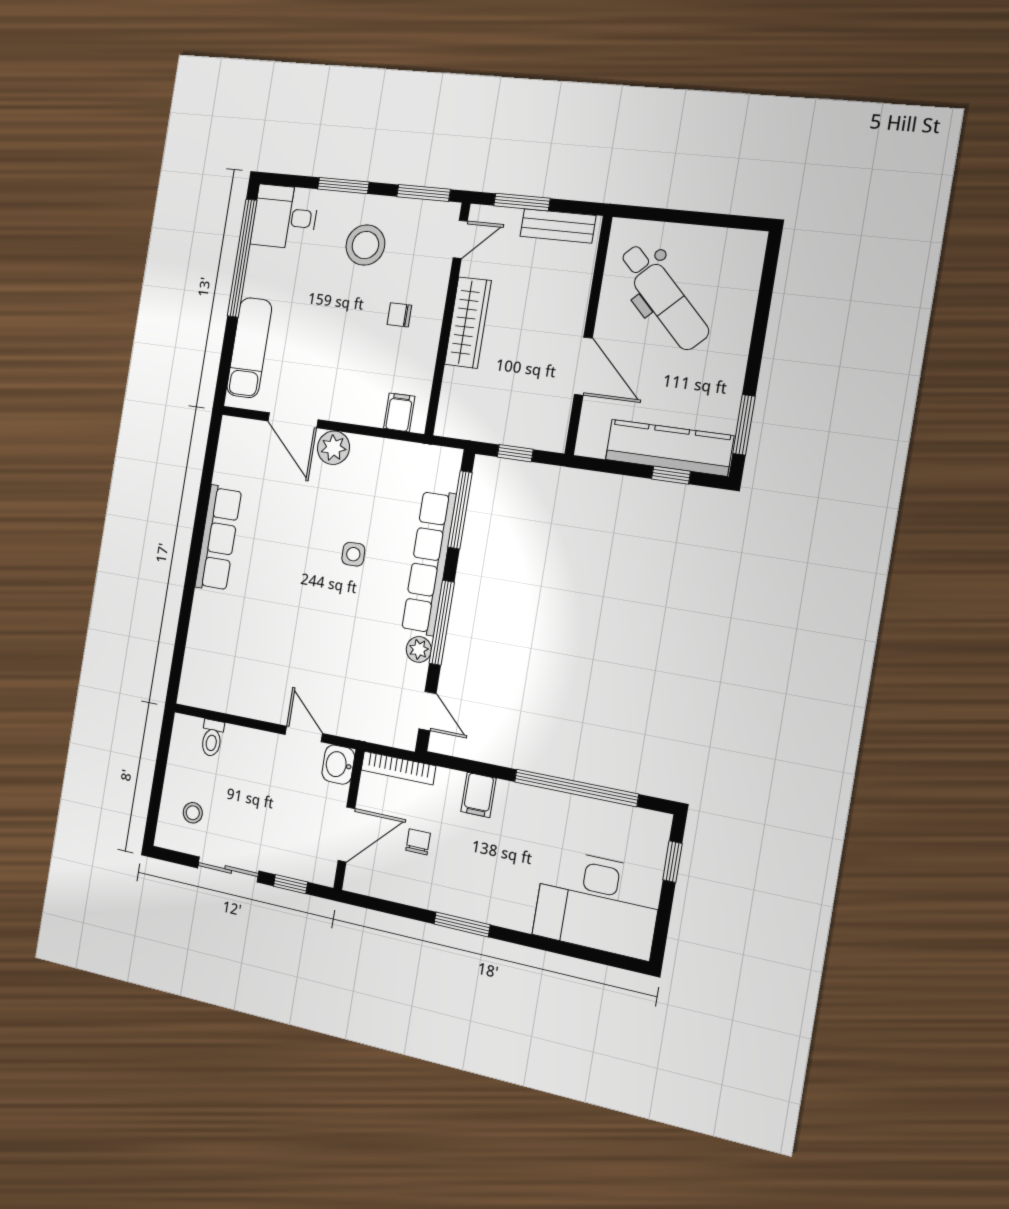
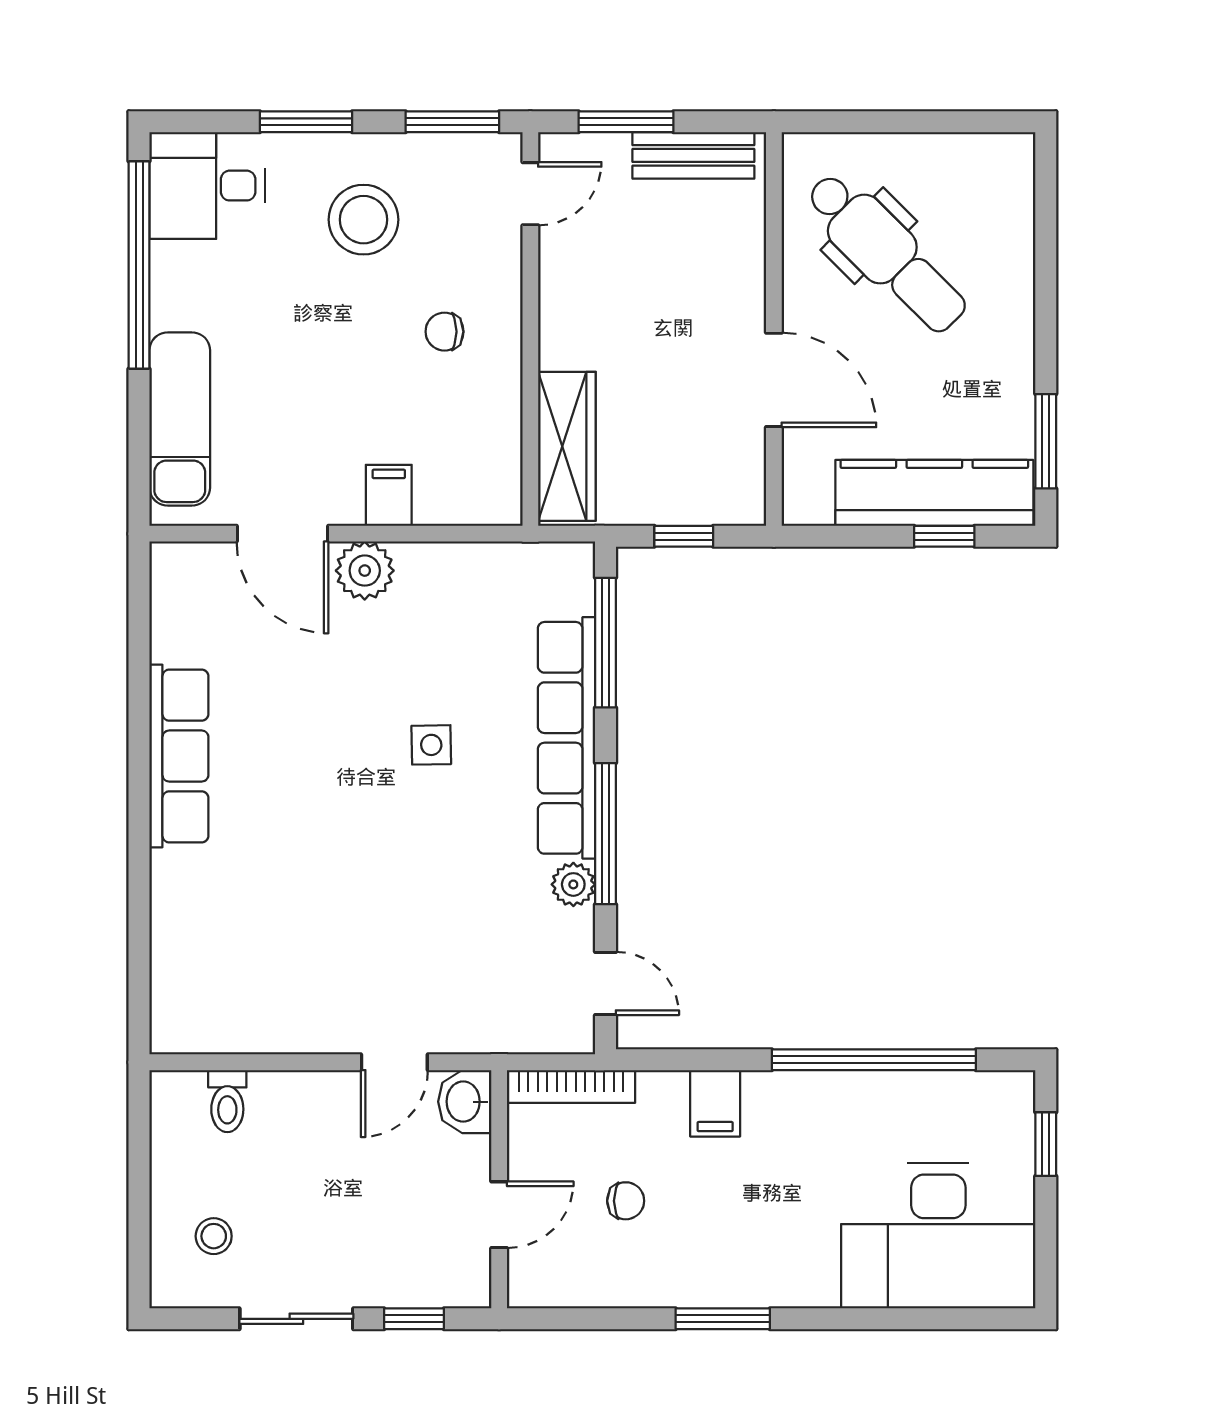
wardrobe: (468, 323) -> (567, 446), moved
filing cabinet: (399, 412) -> (389, 495), moved
door: (304, 734) -> (394, 1062), swing flipped
door: (346, 834) -> (499, 1215), width x0.73
chair: (418, 842) -> (626, 1201), turned 90

